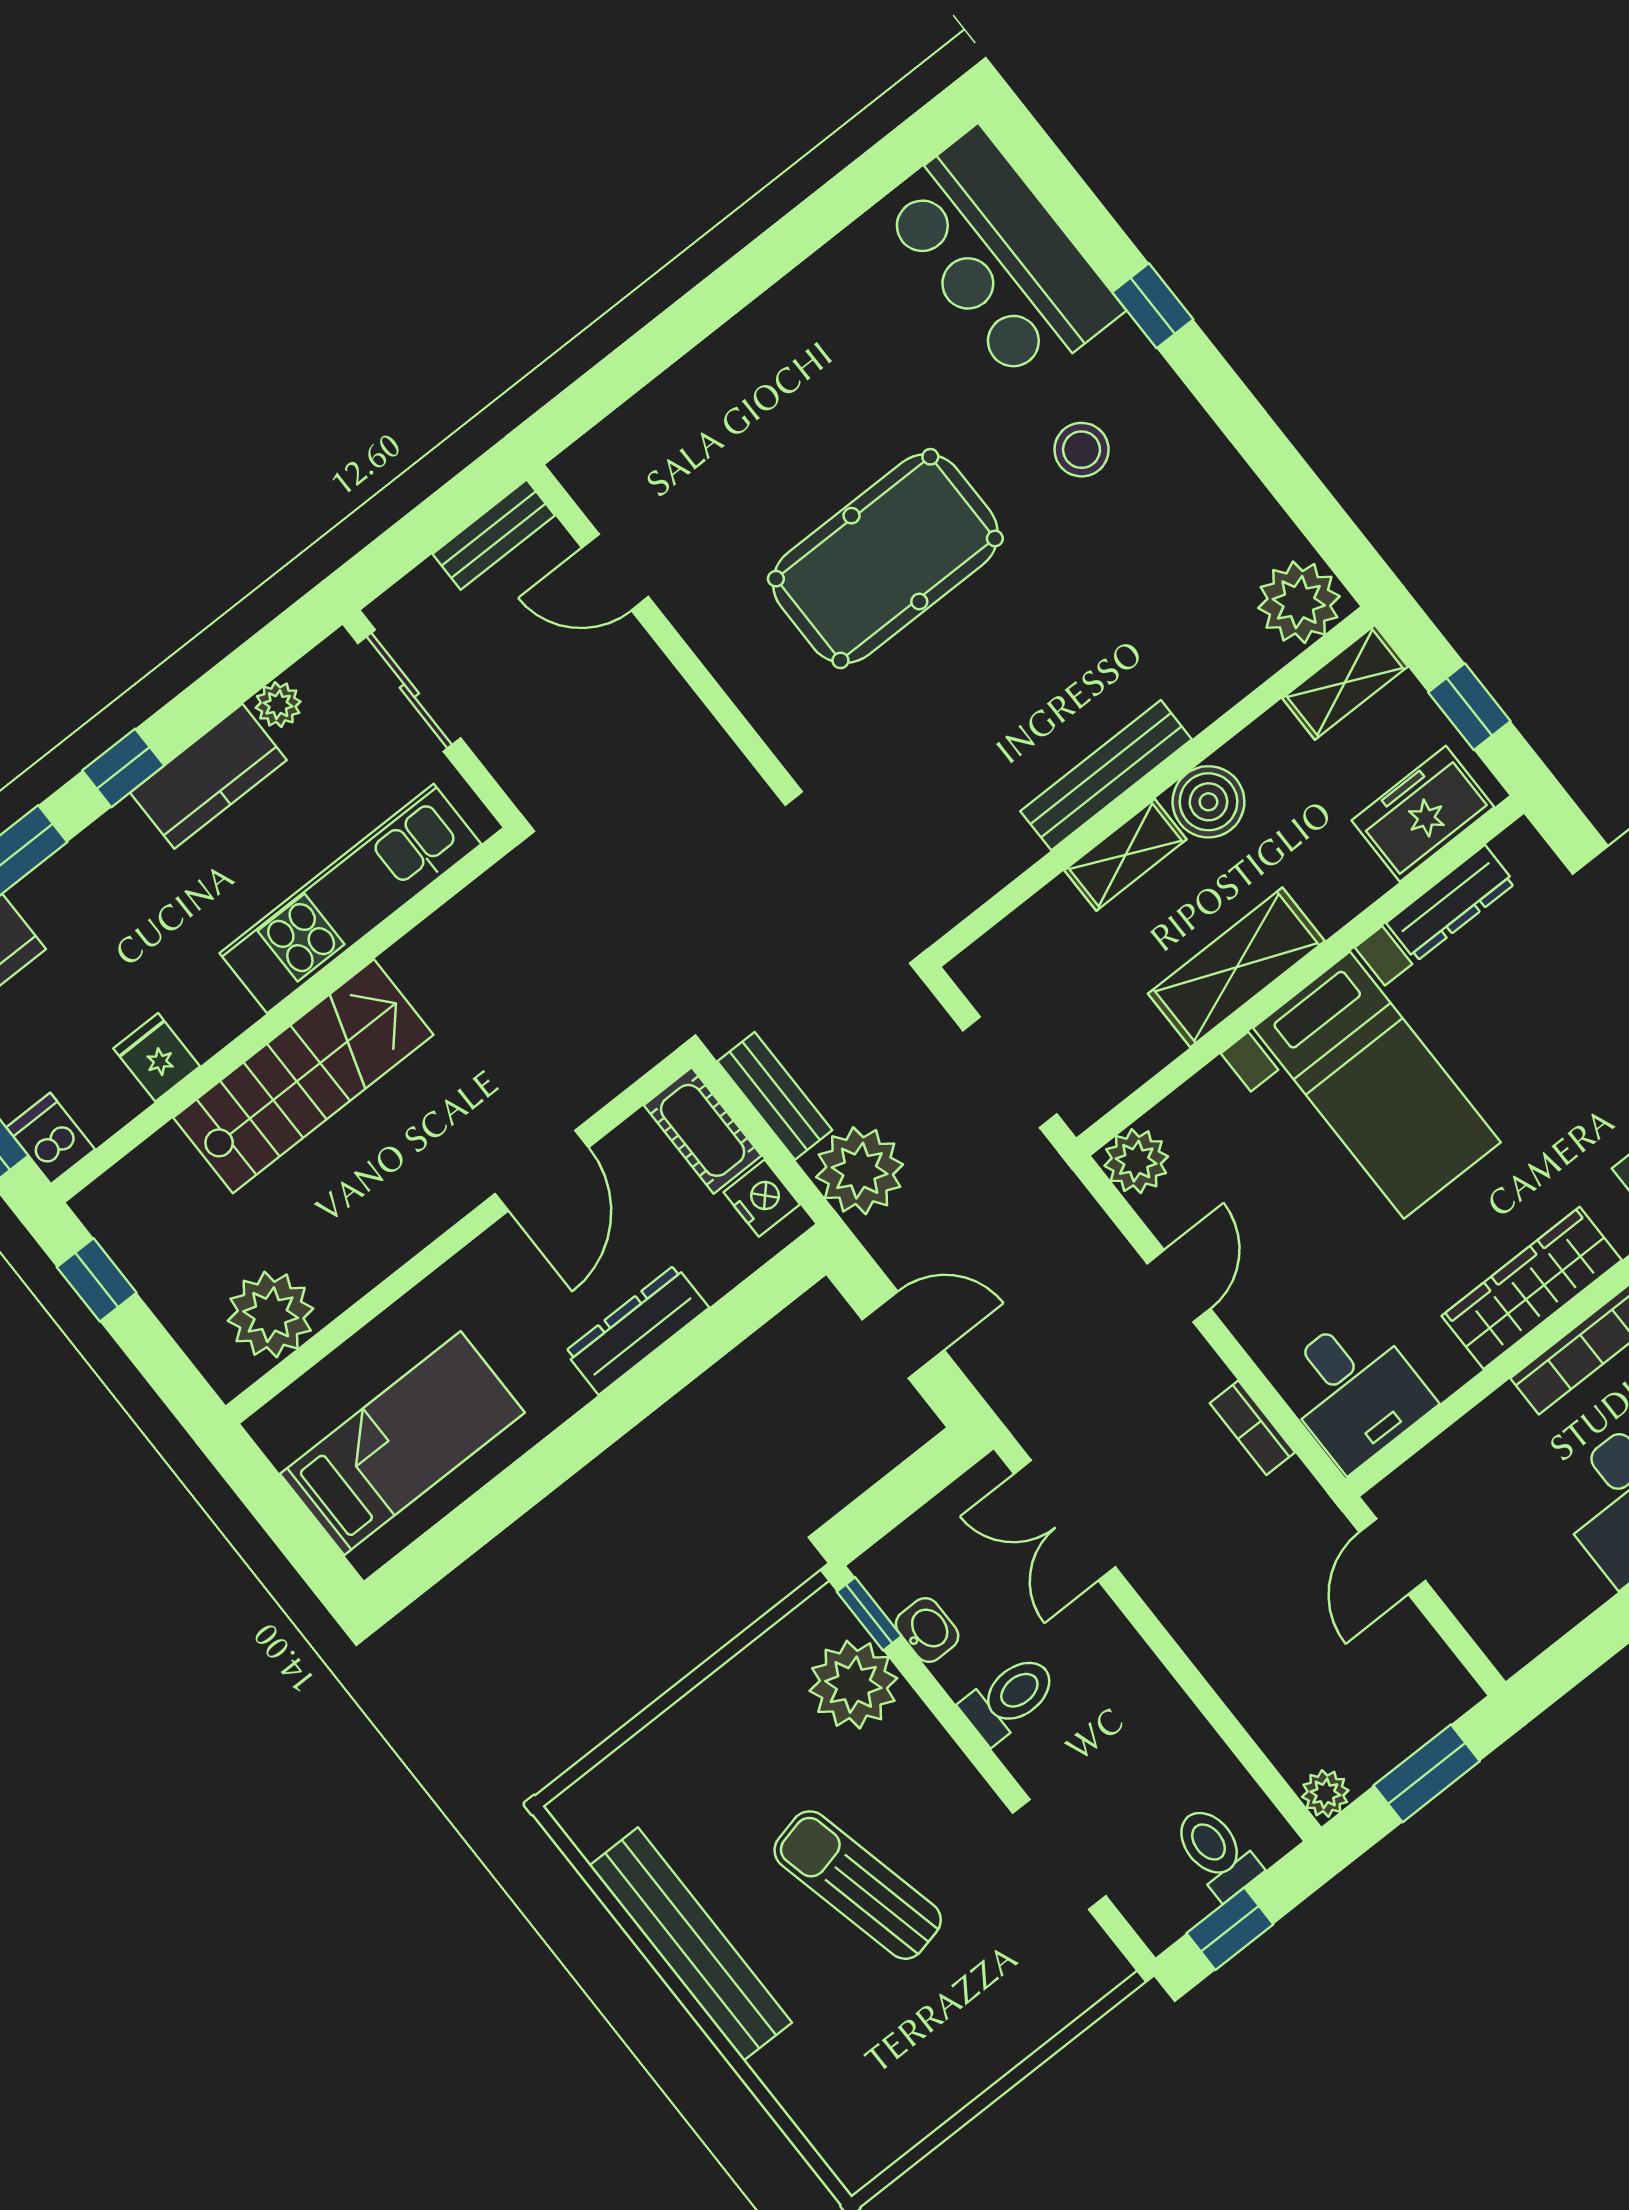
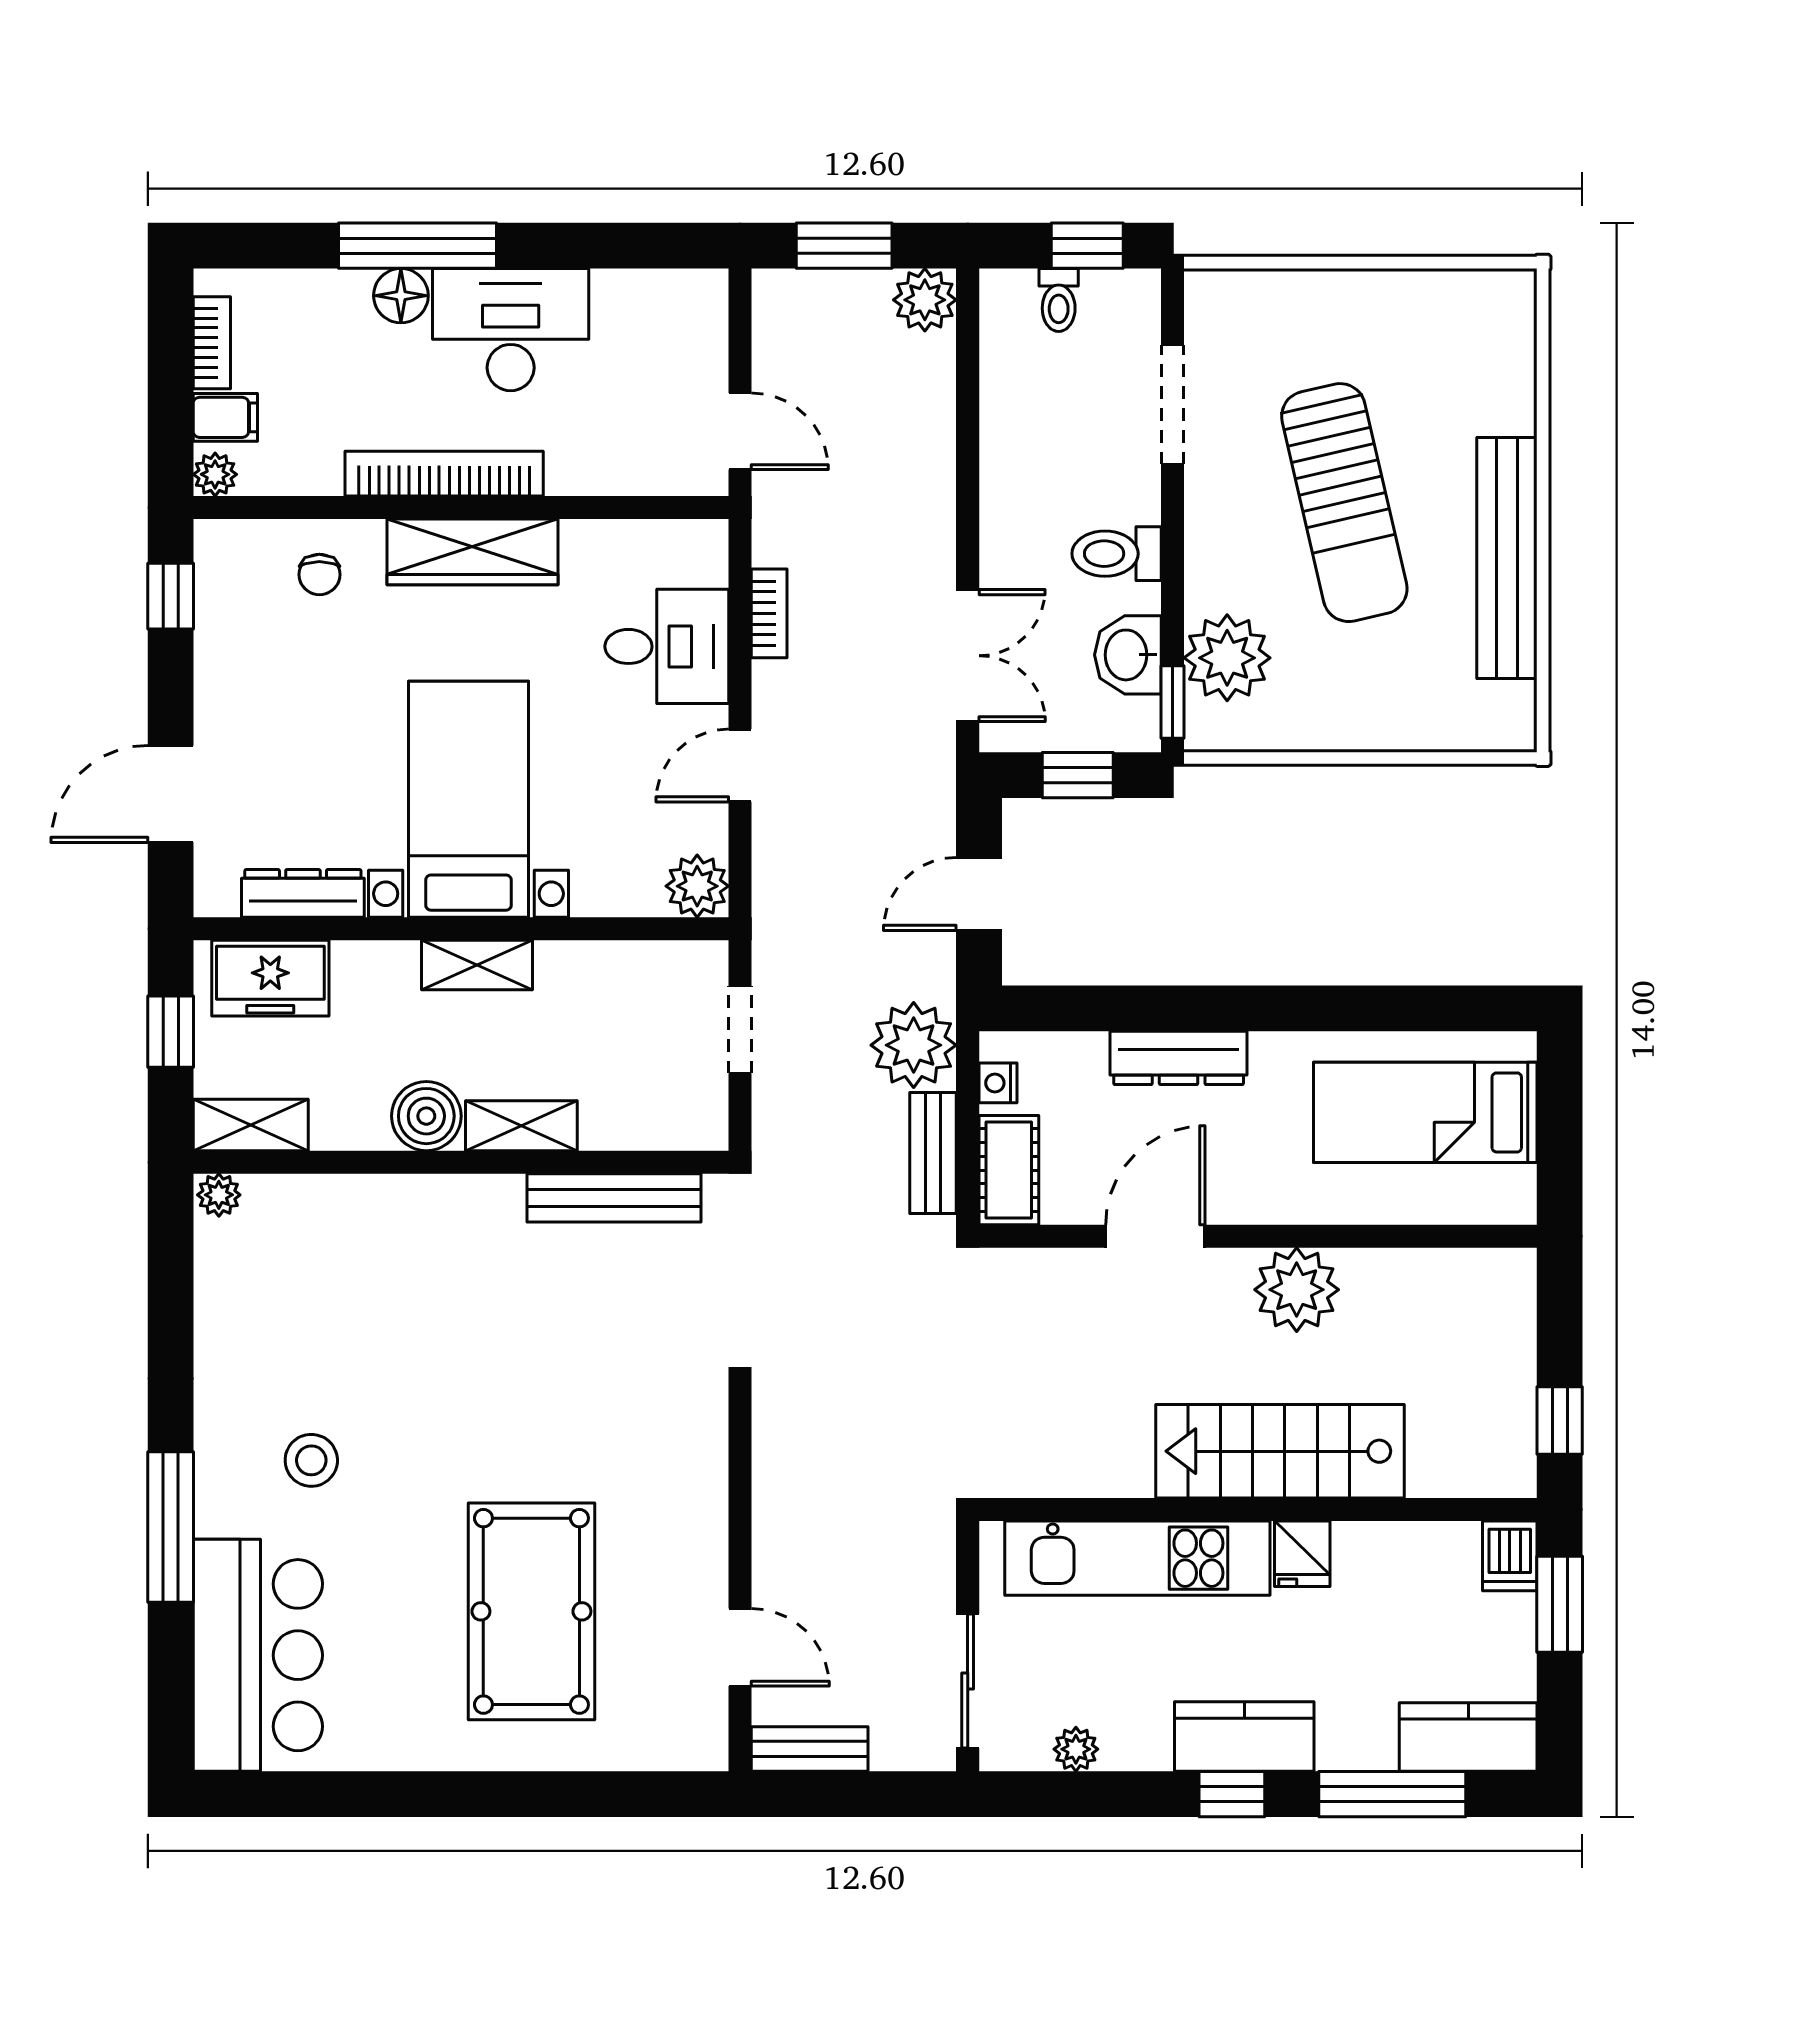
window: (1153, 306) -> (171, 1527), width x2.17
pool table: (885, 559) -> (531, 1611), moved, turned 90
plant: (1299, 602) -> (219, 1195), width x0.53, depth x0.53
bench: (1106, 775) -> (614, 1198), moved
kitchen counter: (208, 776) -> (1244, 1736), moved
shelving: (1236, 967) -> (477, 965), width x0.67, depth x0.75
fridge: (157, 1057) -> (1302, 1554), moved
doorway: (1010, 1072) -> (740, 1030), width x0.73
nightstand: (762, 1198) -> (998, 1083), width x0.72, depth x0.74
plant: (271, 1315) -> (1297, 1290), moved
door: (903, 1335) -> (979, 894), hinge flipped
desk: (1354, 1391) -> (667, 646), moved, turned 90
window: (899, 1494) -> (1078, 775), added
door: (1392, 1556) -> (740, 431), hinge flipped
washbasin: (927, 1630) -> (1128, 655), width x1.38, depth x1.45
plant: (1325, 1793) -> (925, 300), width x1.38, depth x1.38
toilet: (1216, 1852) -> (1059, 300), width x0.73, depth x0.72
sun lounger: (858, 1885) -> (1344, 503), width x1.36, depth x1.34

